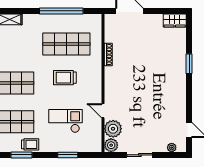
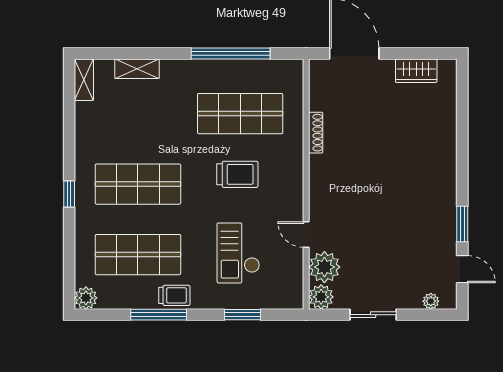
wardrobe: (175, 20) -> (416, 71), moved
window: (189, 64) -> (462, 224), moved
trolley: (65, 78) -> (237, 174), turned 180
checkout: (65, 121) -> (238, 253), turned -90
window: (21, 155) -> (159, 315), width x1.44

